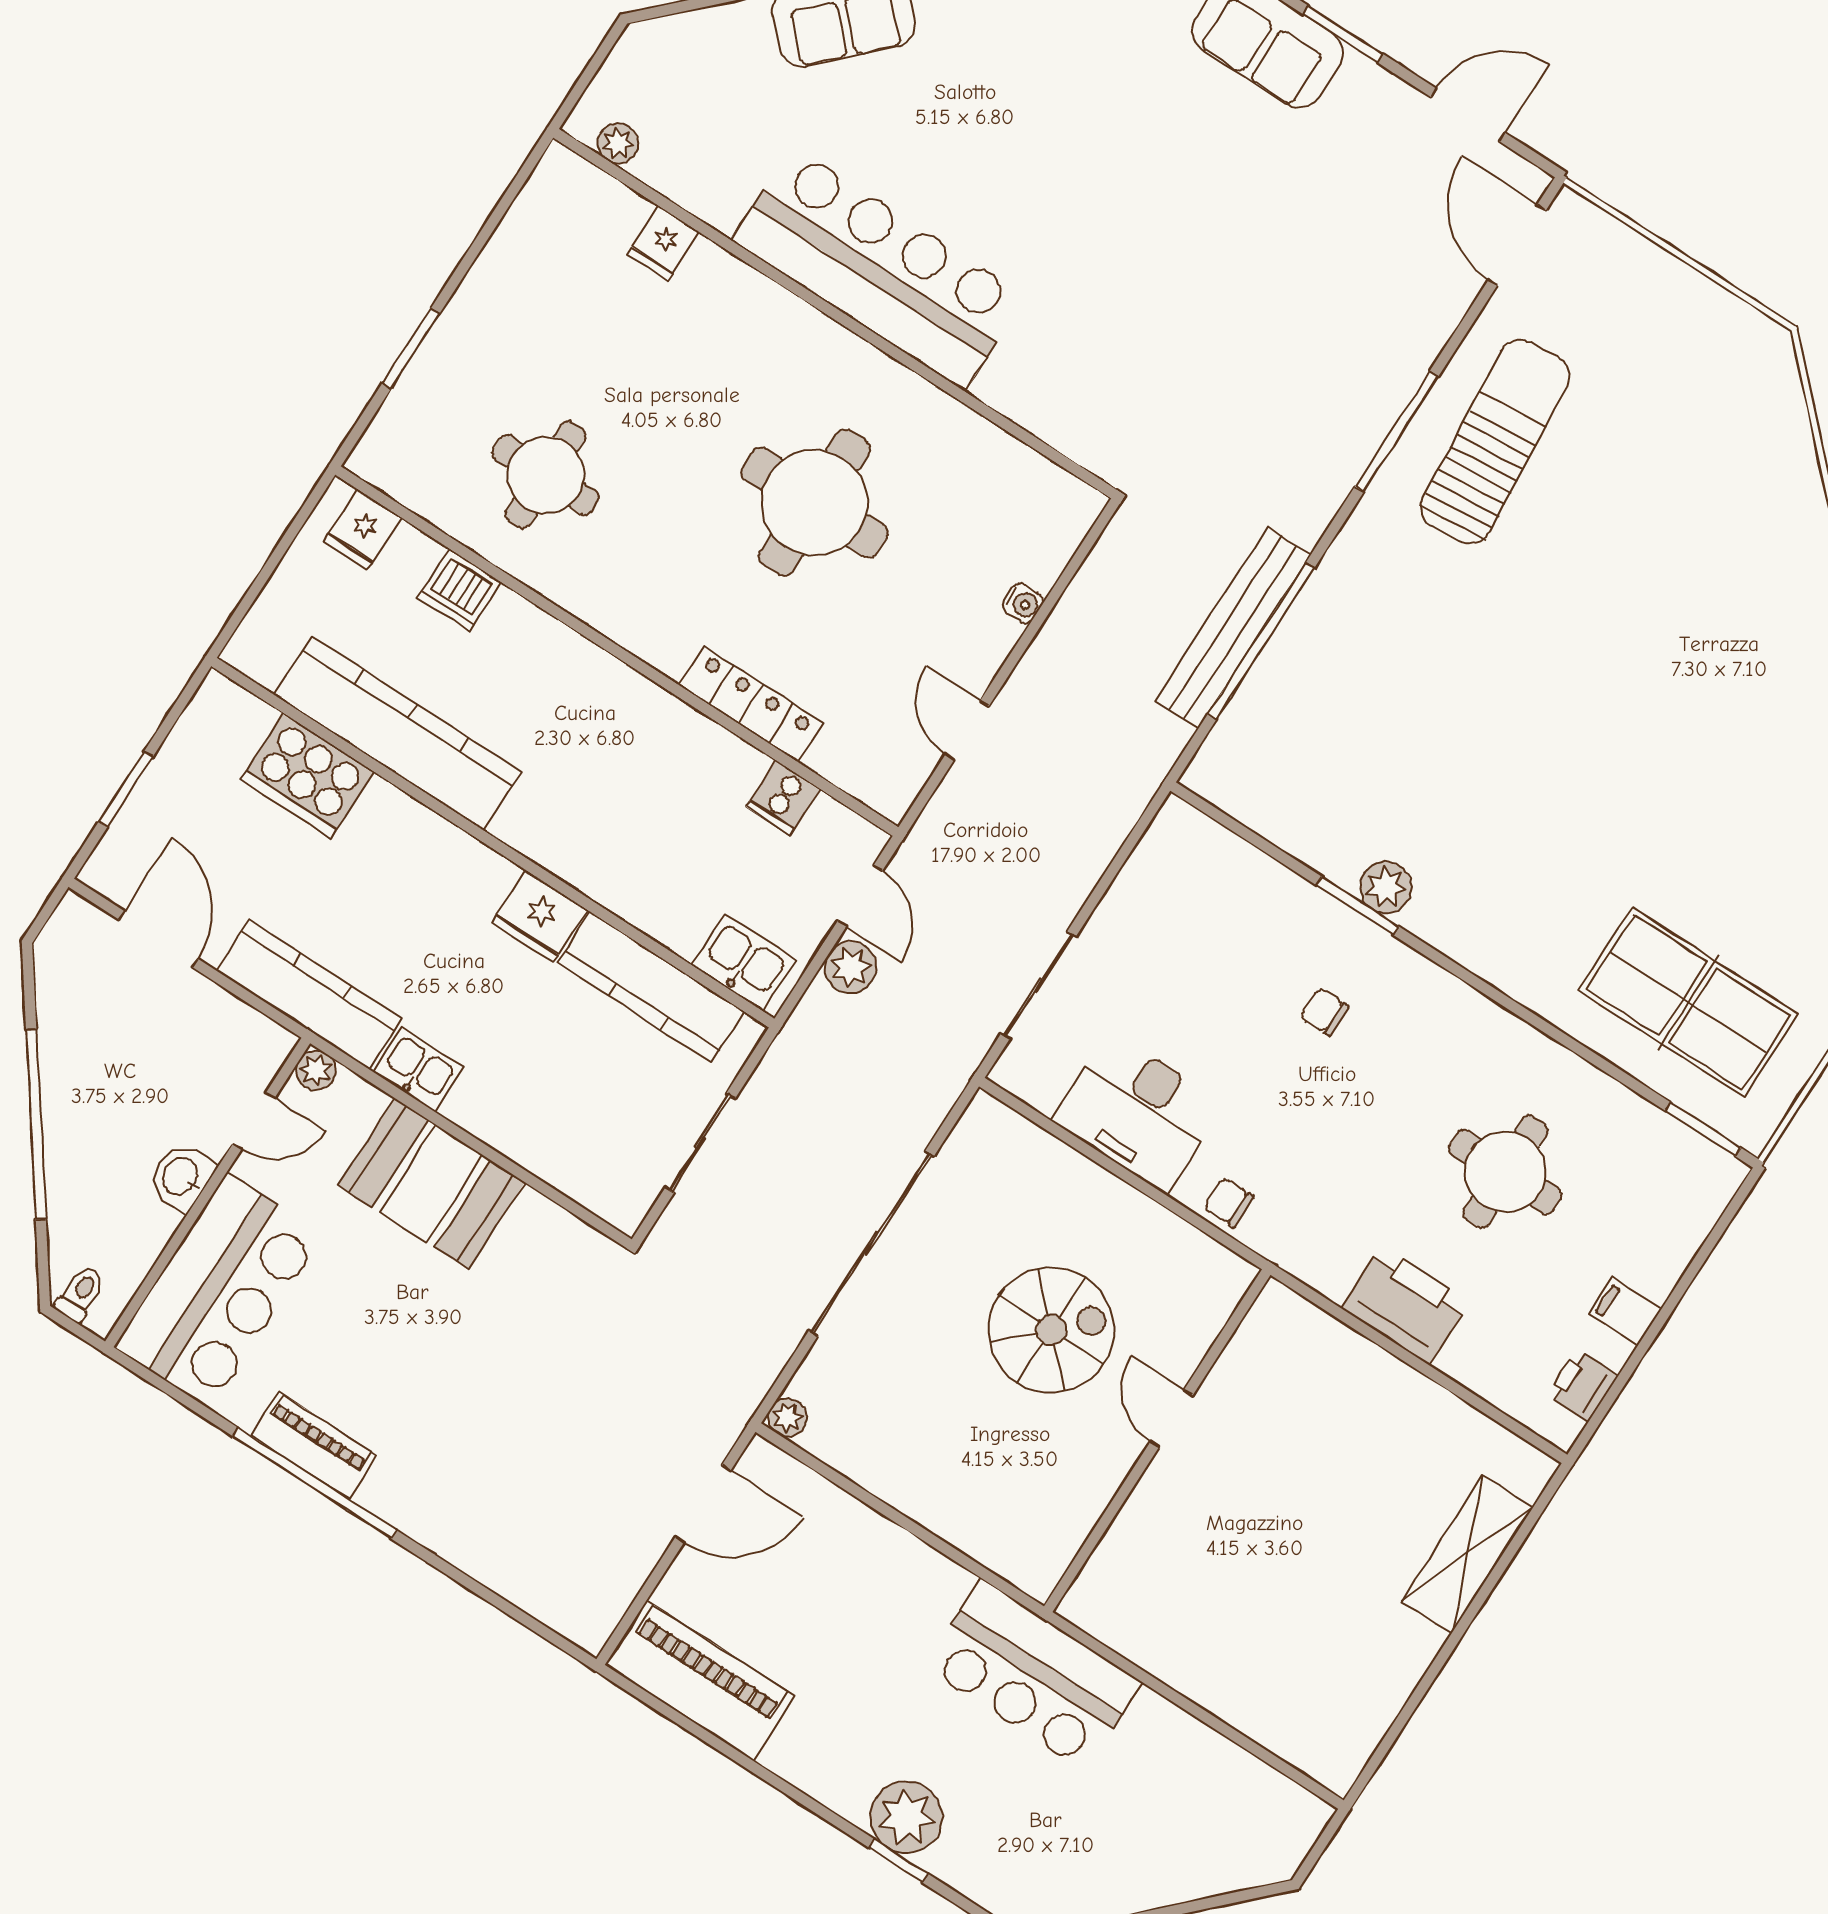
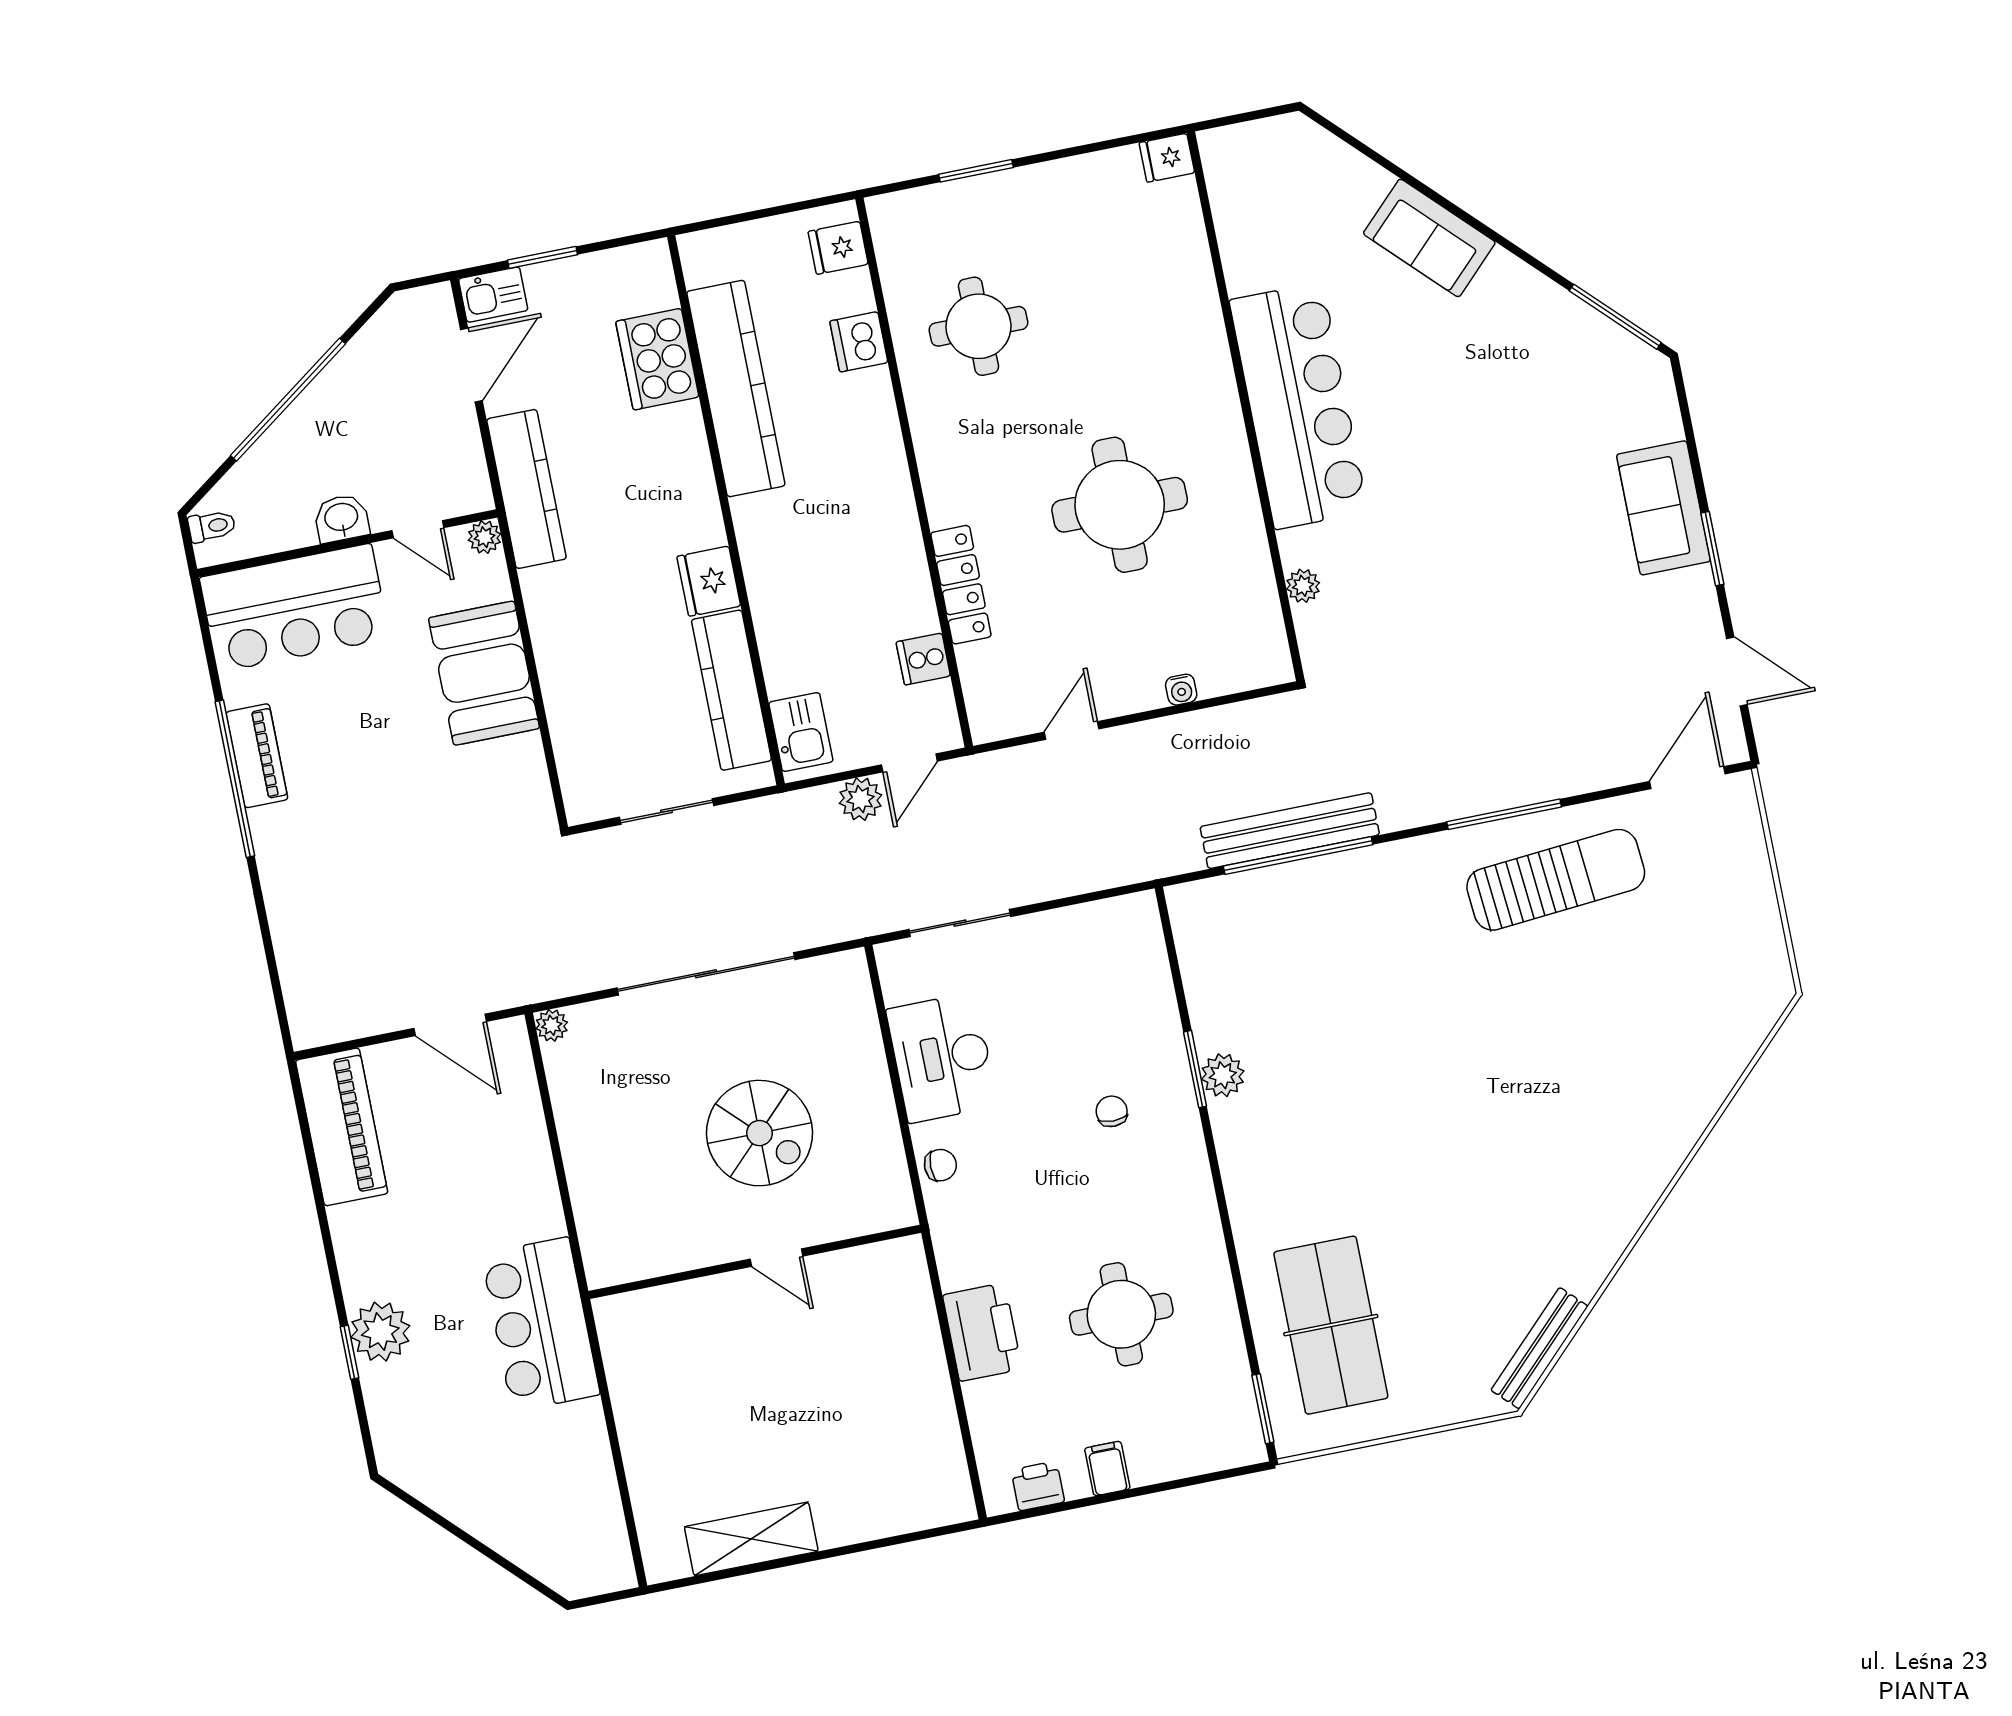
plant: (618, 143) -> (1303, 586), moved
fridge: (663, 243) -> (1167, 158), moved
kitchen sink: (418, 1070) -> (493, 295), moved, turned 90
chair: (1229, 1202) -> (940, 1165), turned 90
door: (1171, 1419) -> (776, 1258), swing flipped
shelving: (1467, 1554) -> (751, 1539), moved

